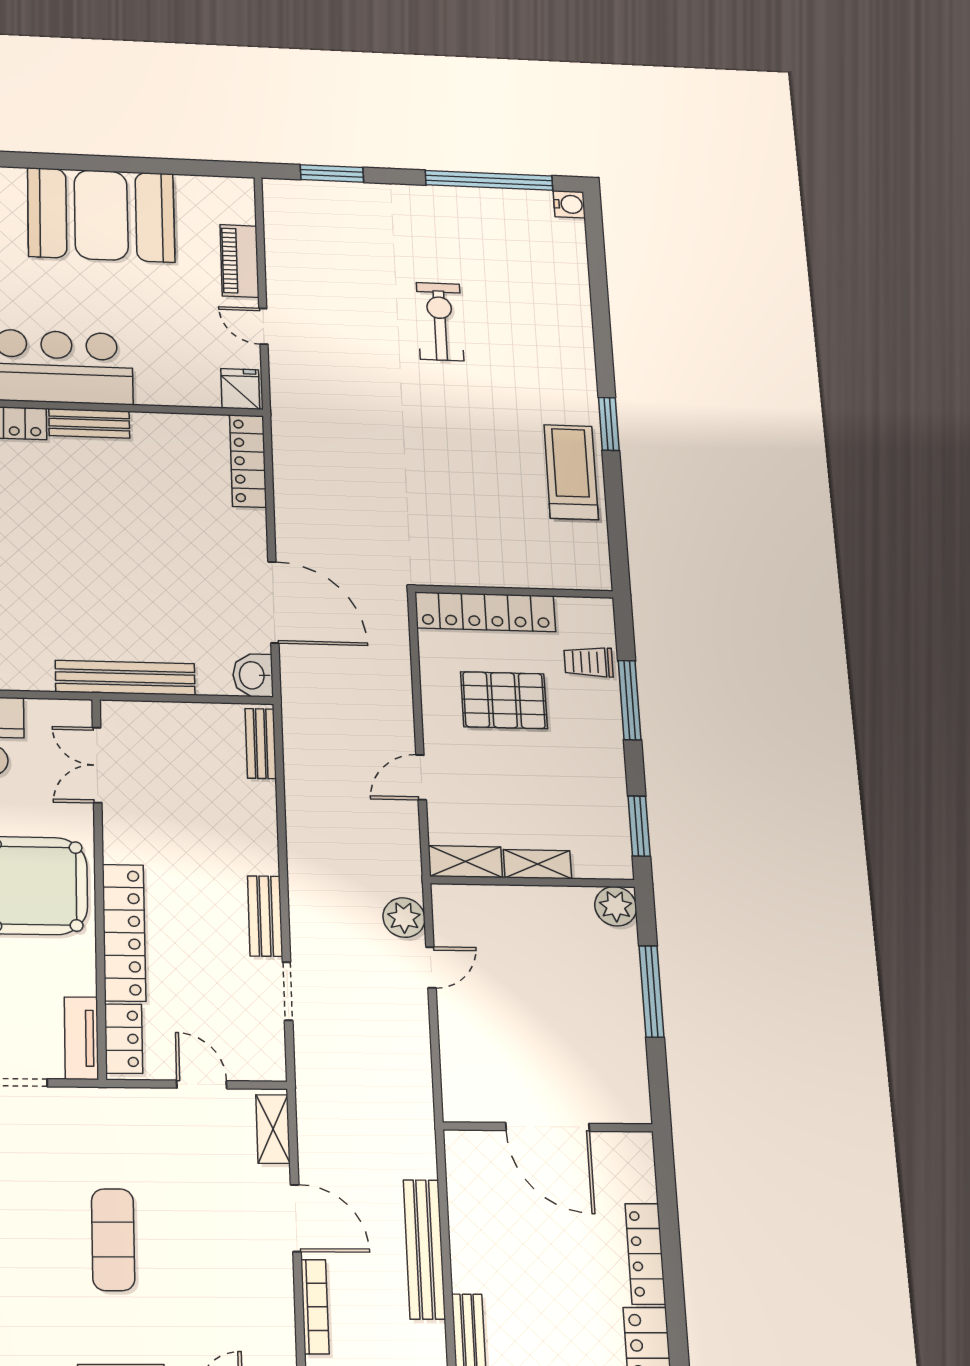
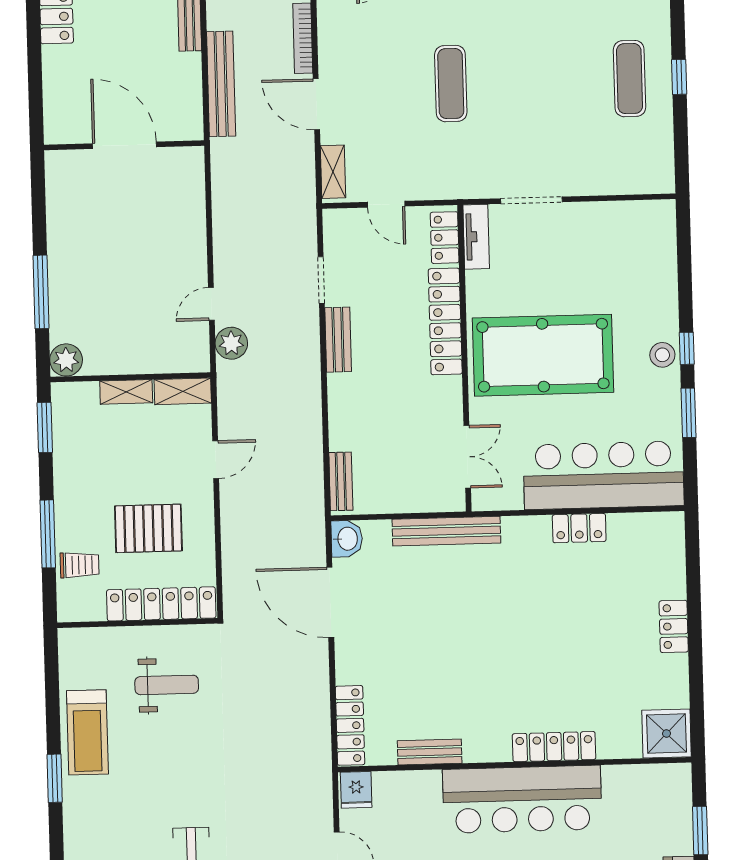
bench: (89, 423) -> (430, 752), moved
weight bench: (476, 519) -> (167, 685), added
door: (548, 1127) -> (124, 145), moved
wall: (548, 1127) -> (124, 145), moved
locker: (645, 1254) -> (55, 86), removed

